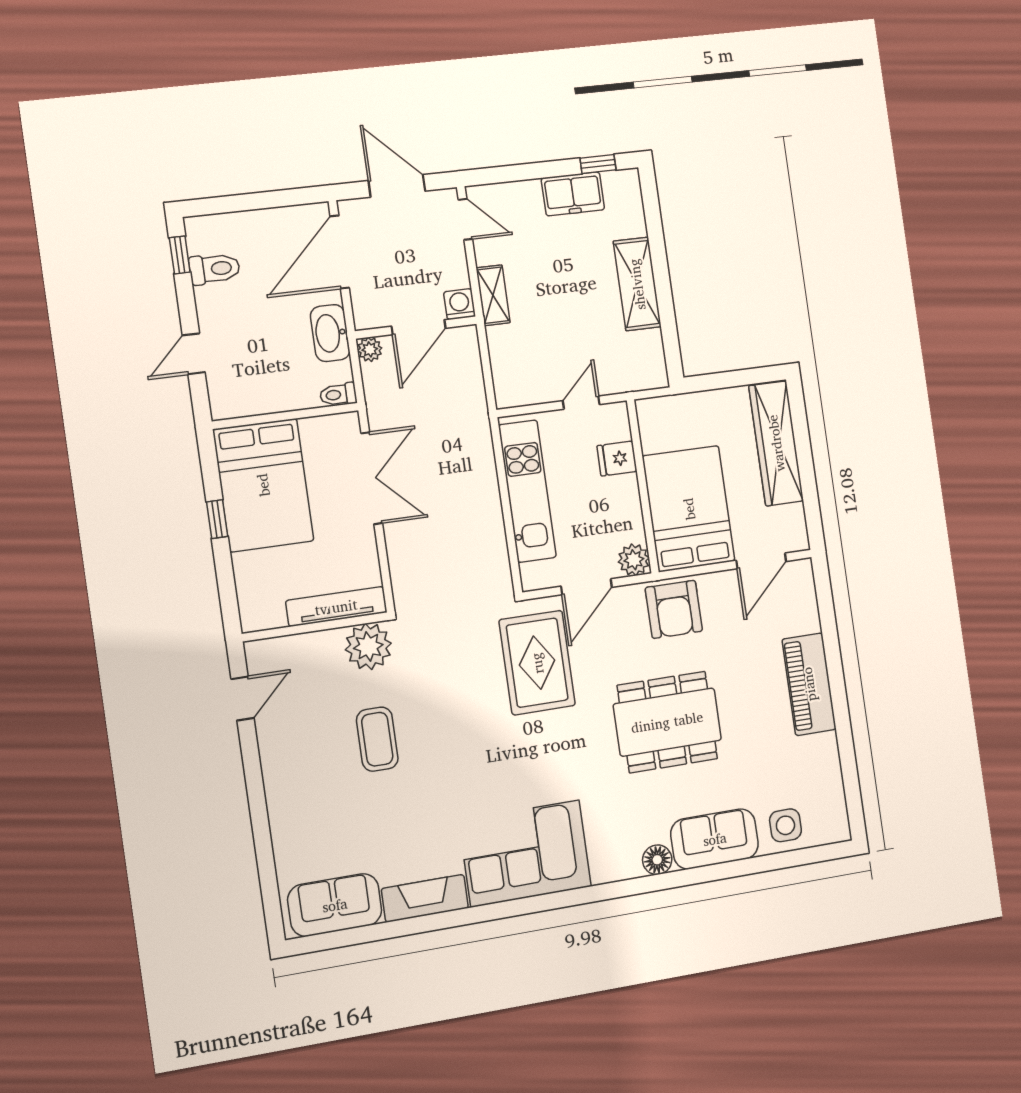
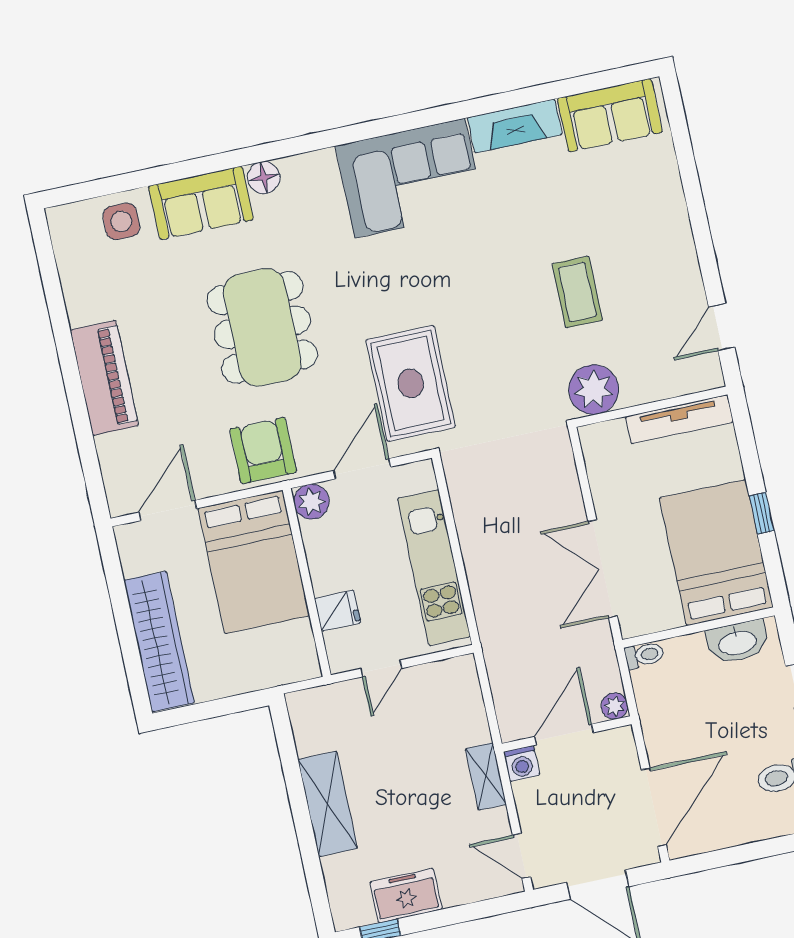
washbasin: (330, 333) -> (737, 642), moved, turned 90
tv unit: (336, 607) -> (679, 419), moved
dining table: (667, 722) -> (262, 327), turned 90

